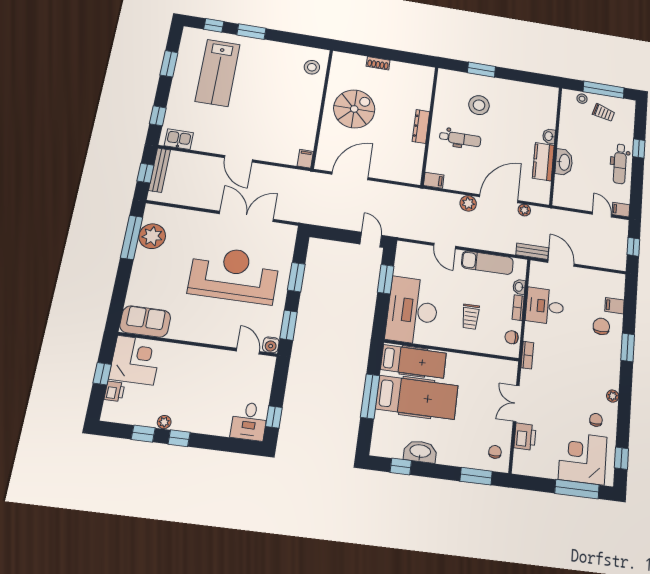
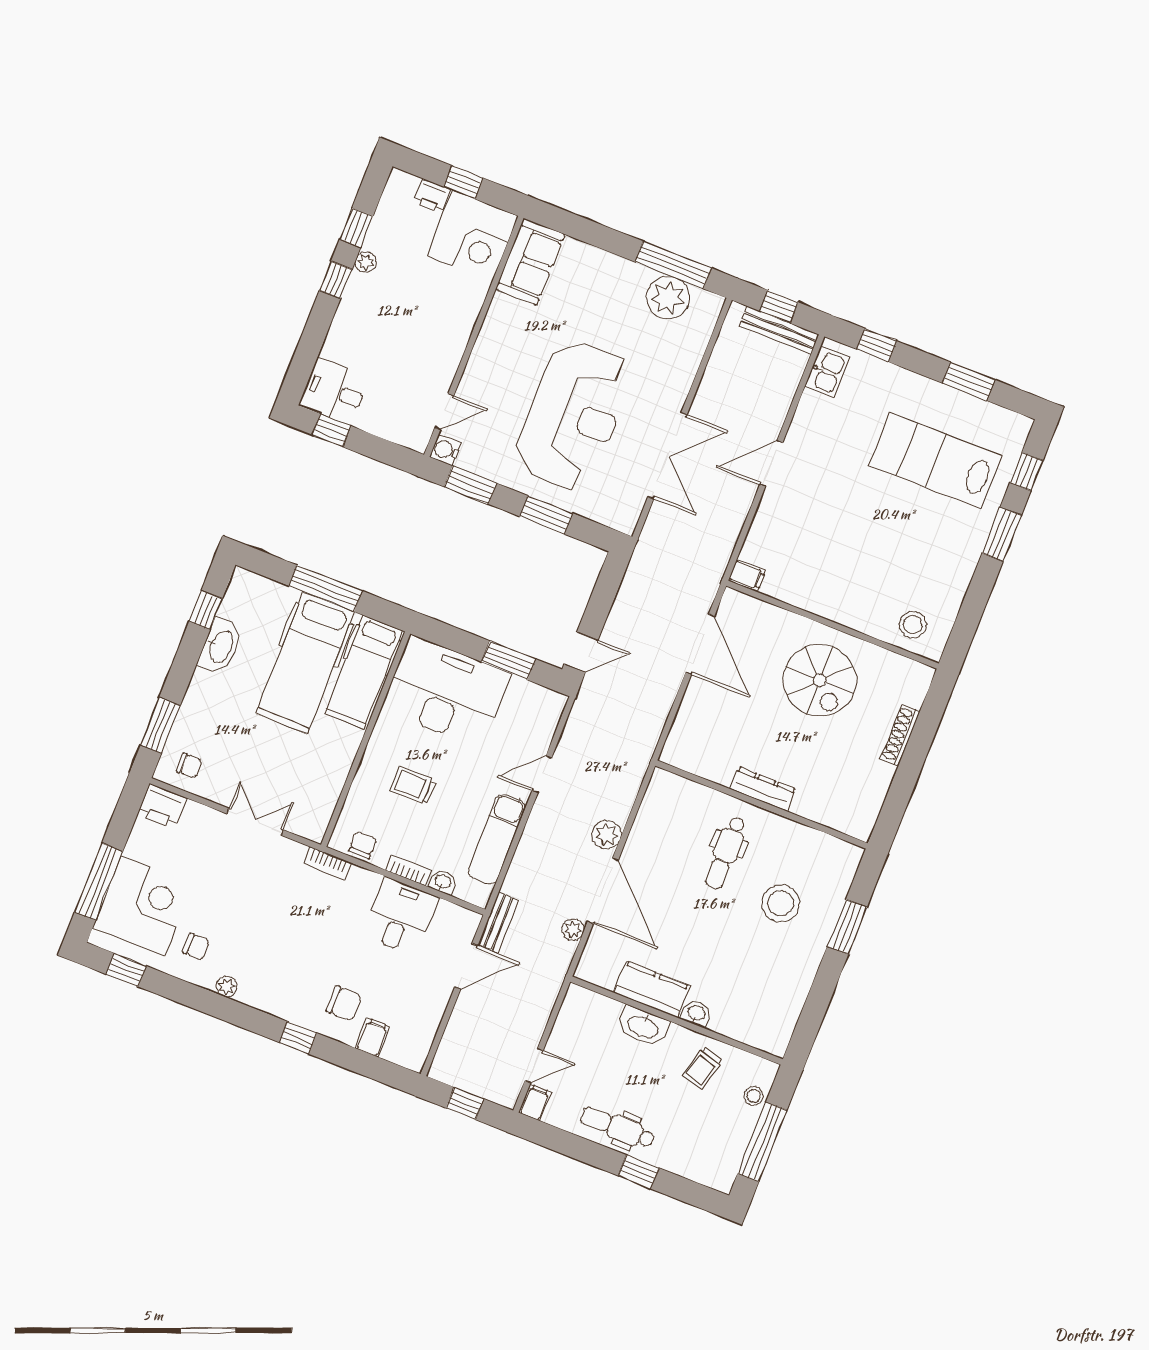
shoe rack: (378, 63) -> (900, 735), width x1.43
trolley: (604, 113) -> (703, 1068), moved
filing cabinet: (434, 180) -> (661, 786), removed
window: (628, 347) -> (298, 1038), width x0.67
printer: (525, 437) -> (162, 806), moved

